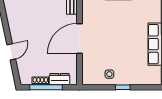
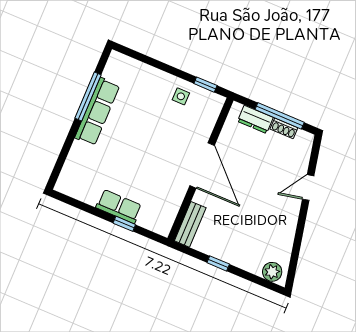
door: (80, 38) -> (202, 165), hinge flipped
window: (123, 87) -> (205, 85), moved

